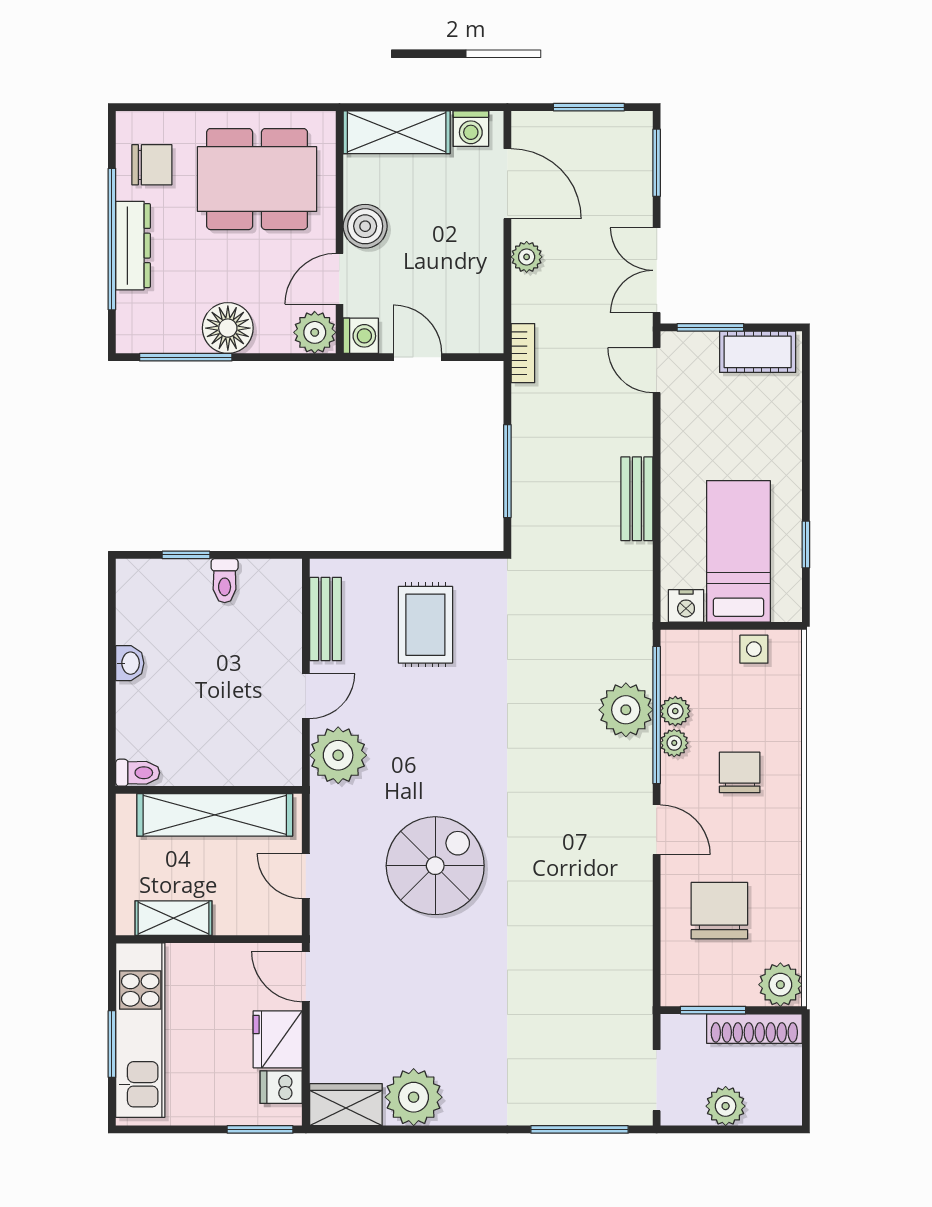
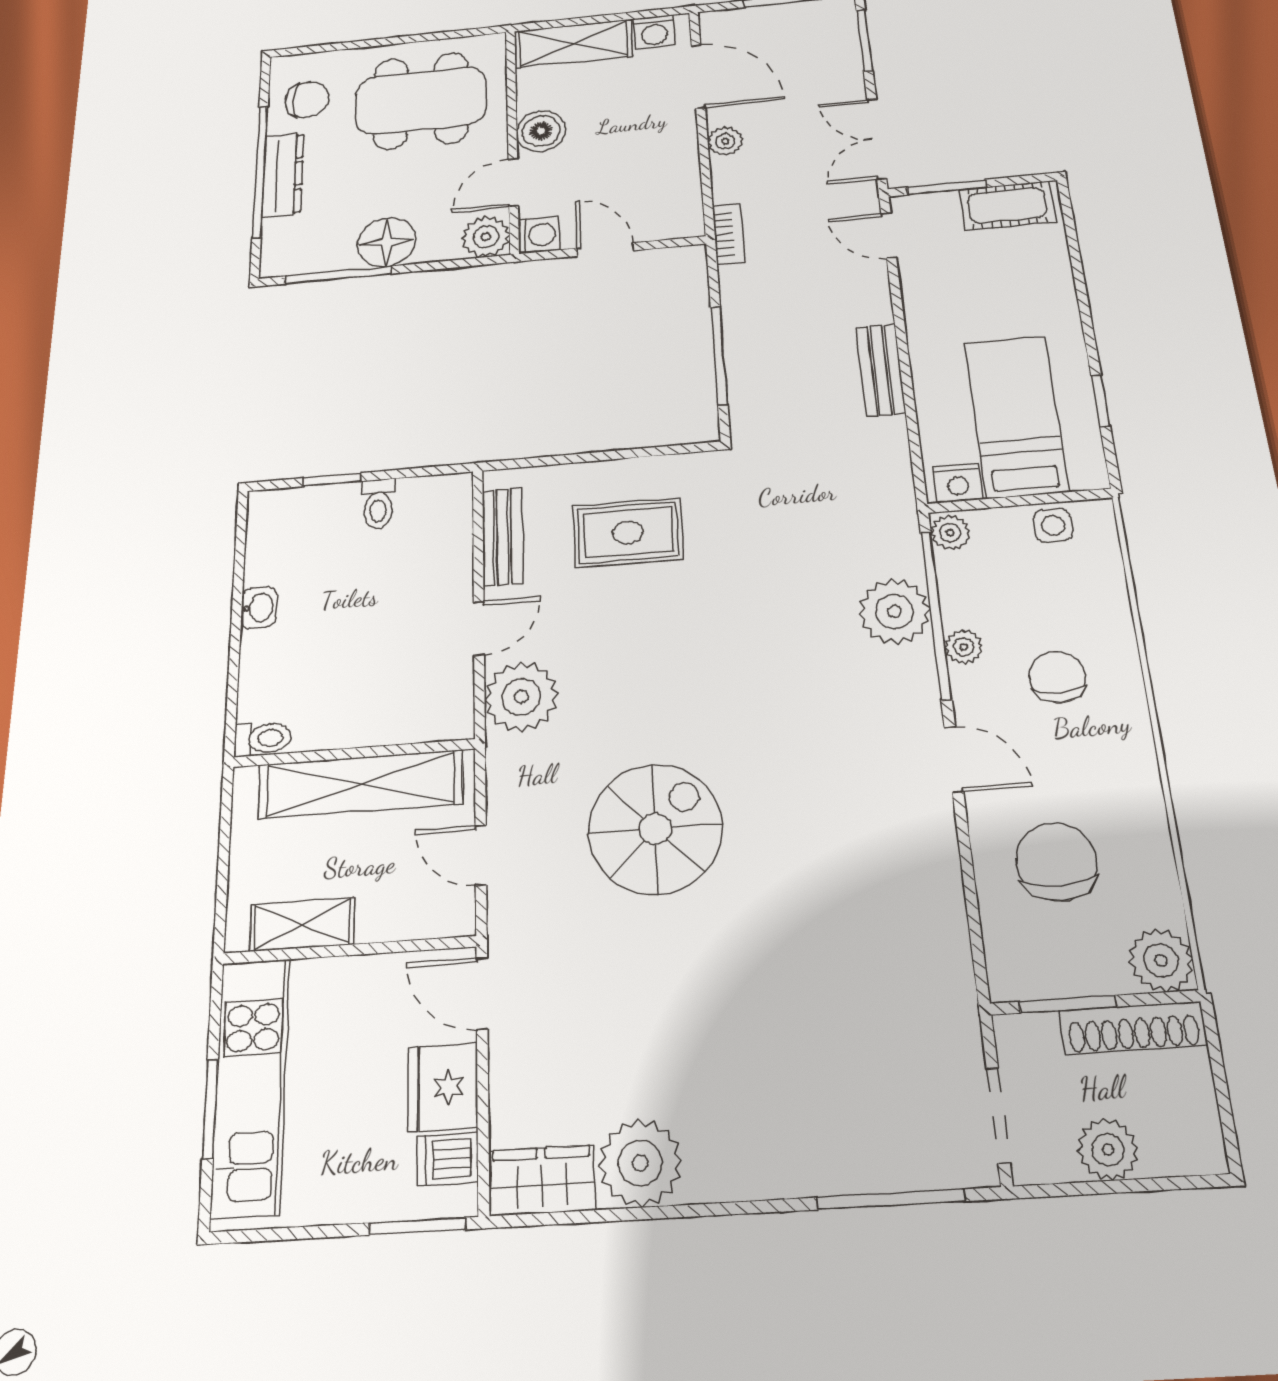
rug: (425, 625) -> (628, 532), turned 90
plant: (675, 711) -> (950, 533), moved

